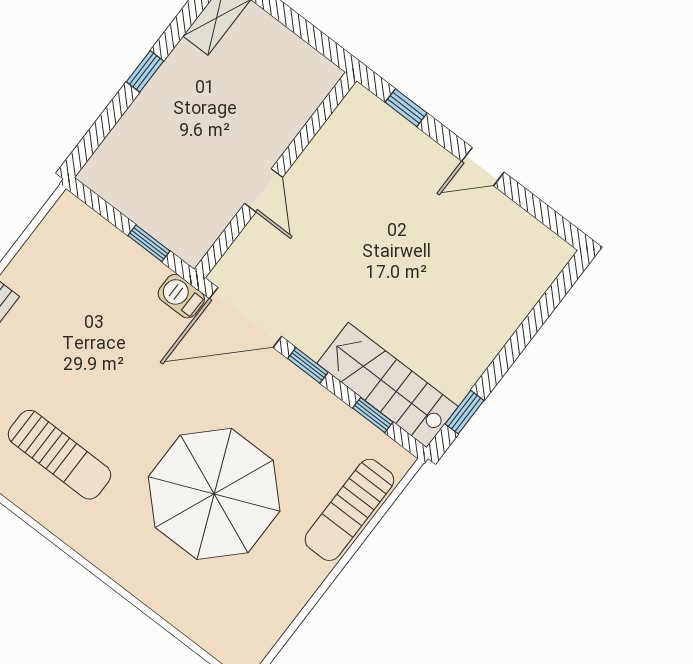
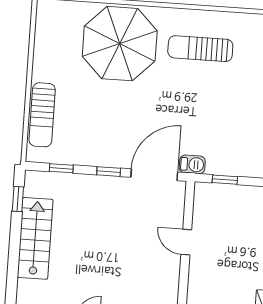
stairs: (387, 385) -> (35, 238), moved, turned -90
parasol: (214, 494) -> (120, 44), moved
sun lounger: (349, 510) -> (42, 115), turned 180

